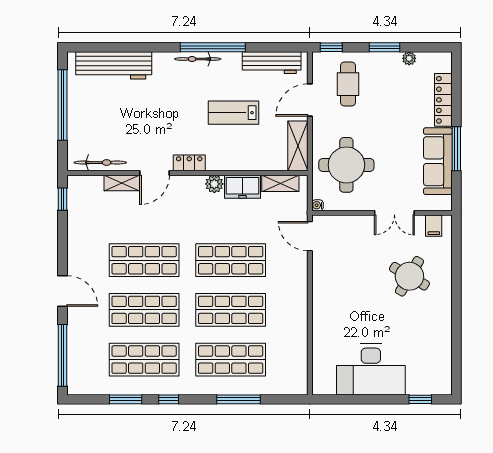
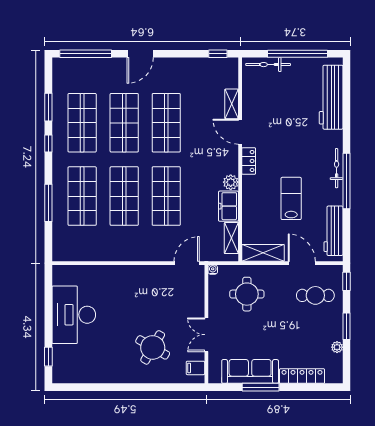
bicycle: (100, 163) -> (268, 65), moved, turned 90
round table: (346, 165) -> (247, 294), width x0.73, depth x0.73

